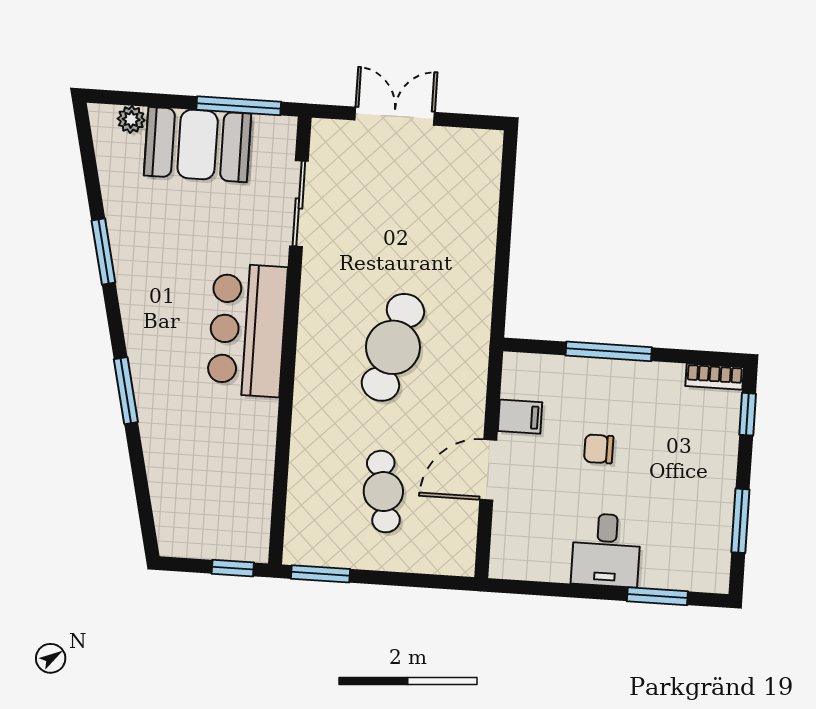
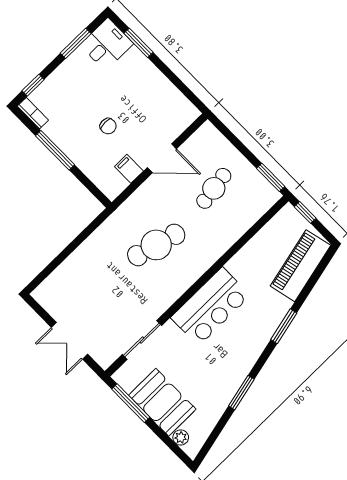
window: (609, 351) -> (55, 150), moved
piano: (176, 491) -> (300, 266), added
desk: (606, 550) -> (107, 44), moved

